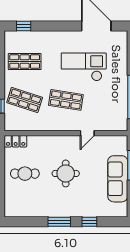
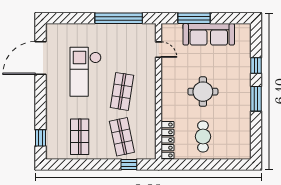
shop shelf: (25, 100) -> (122, 137), turned -30
door: (87, 133) -> (159, 50), moved
locker: (16, 141) -> (167, 140), width x1.53

